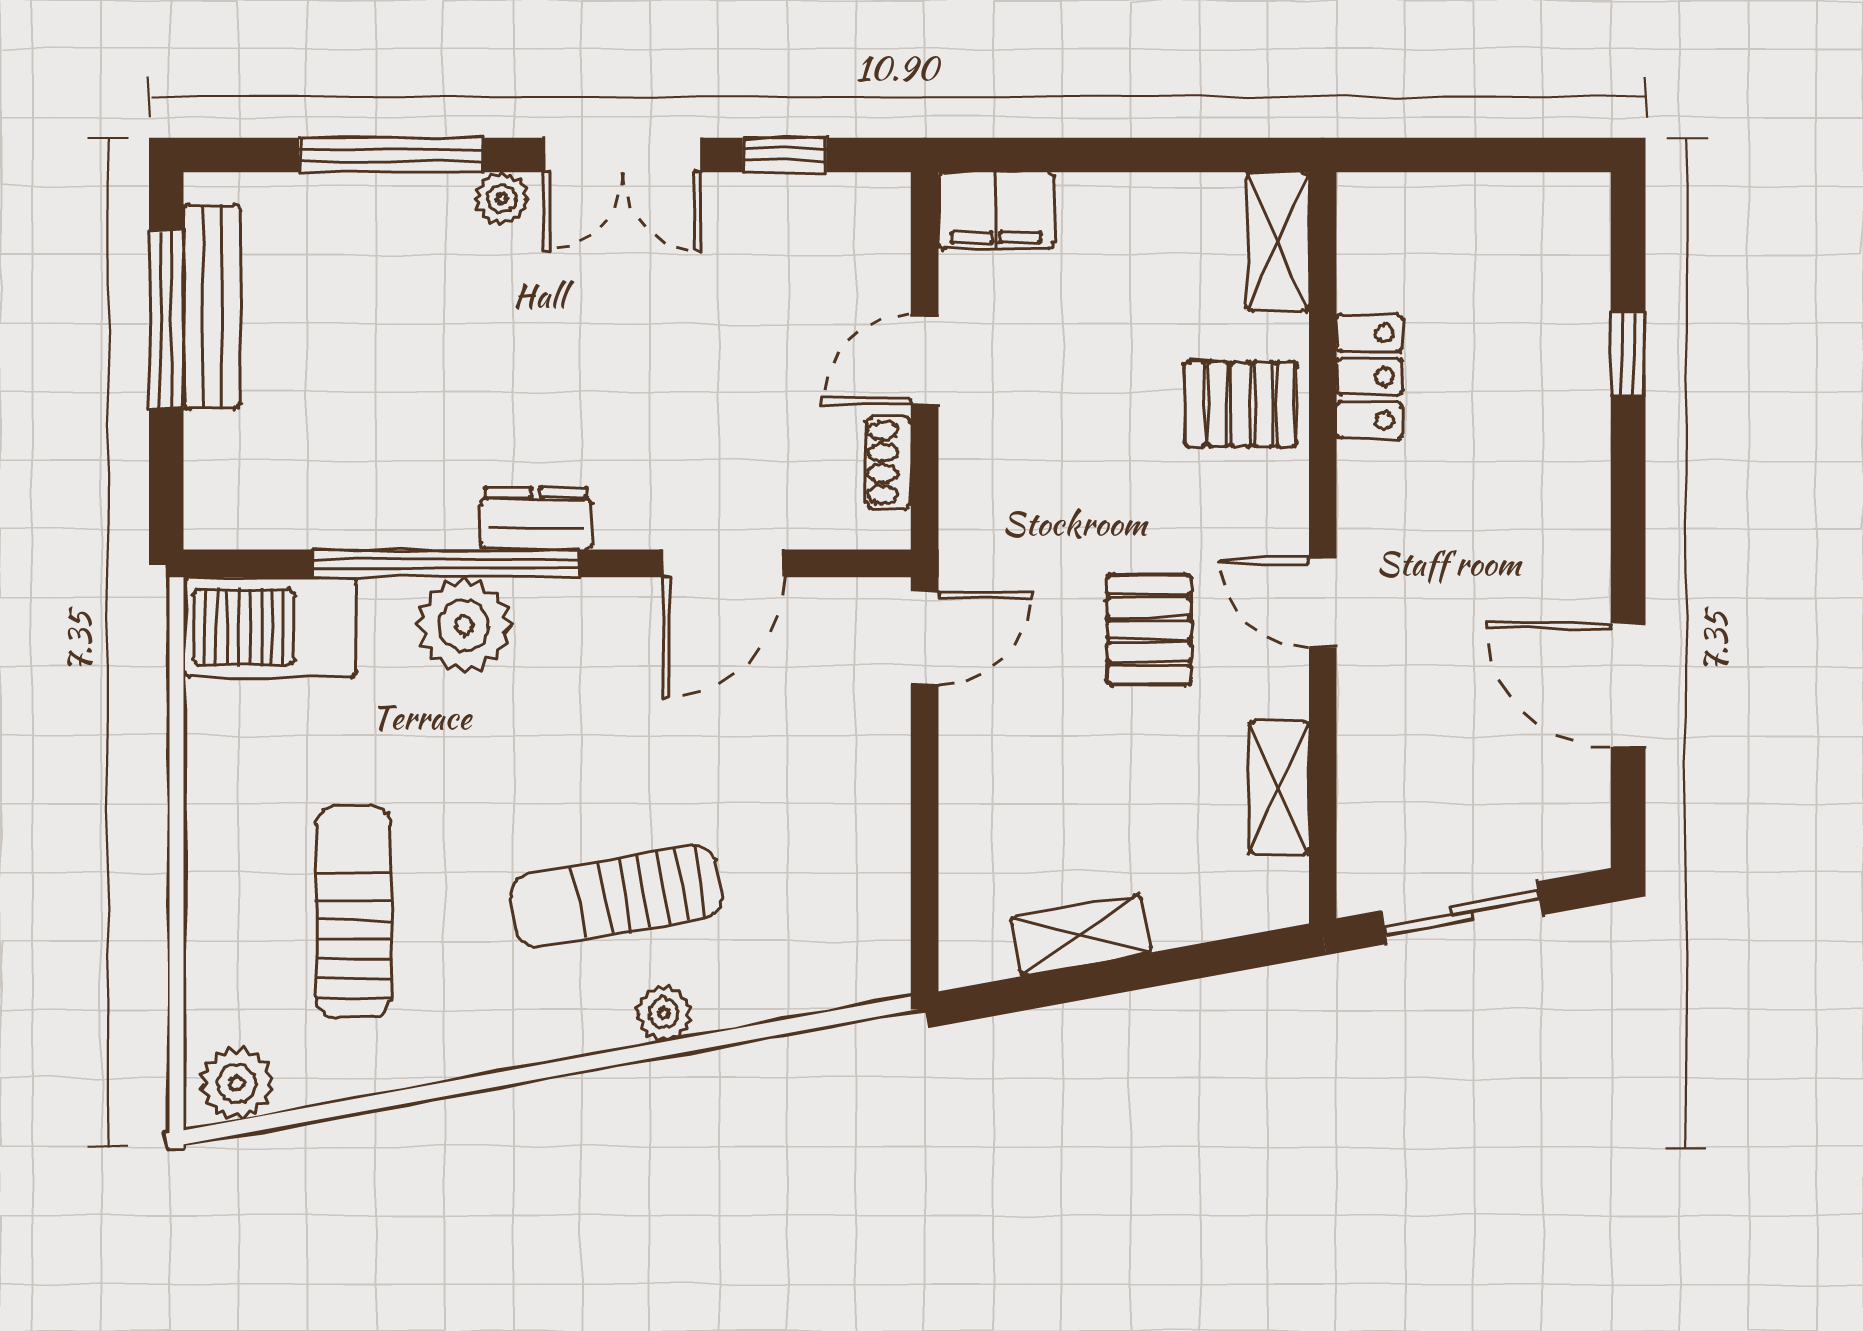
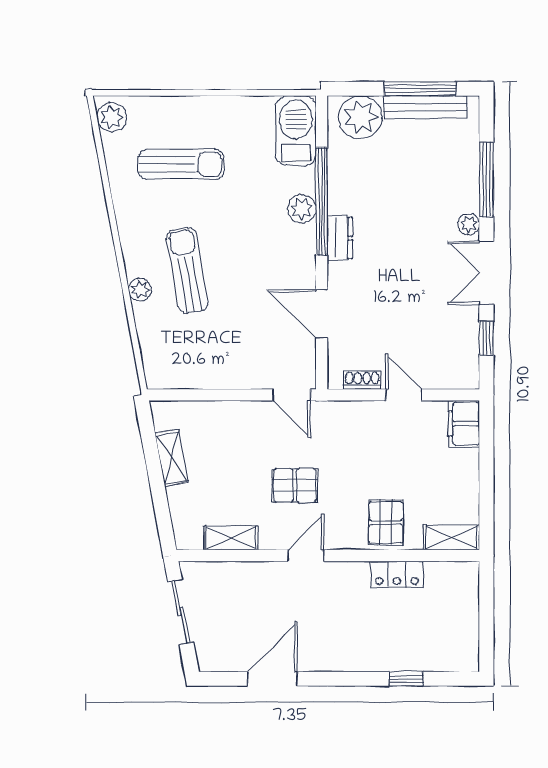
plant: (237, 468) -> (360, 117), added
plant: (464, 625) -> (302, 209), width x0.73, depth x0.73

